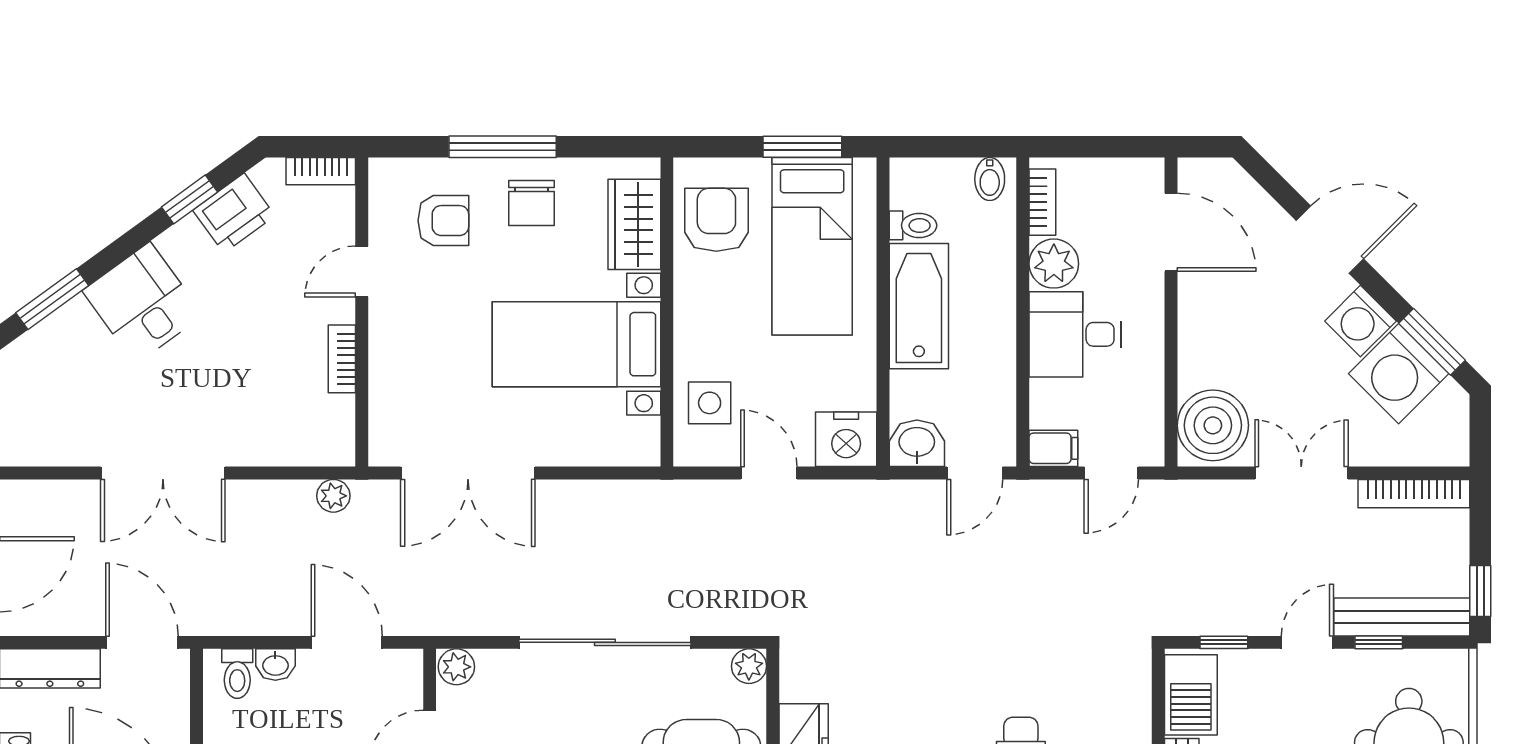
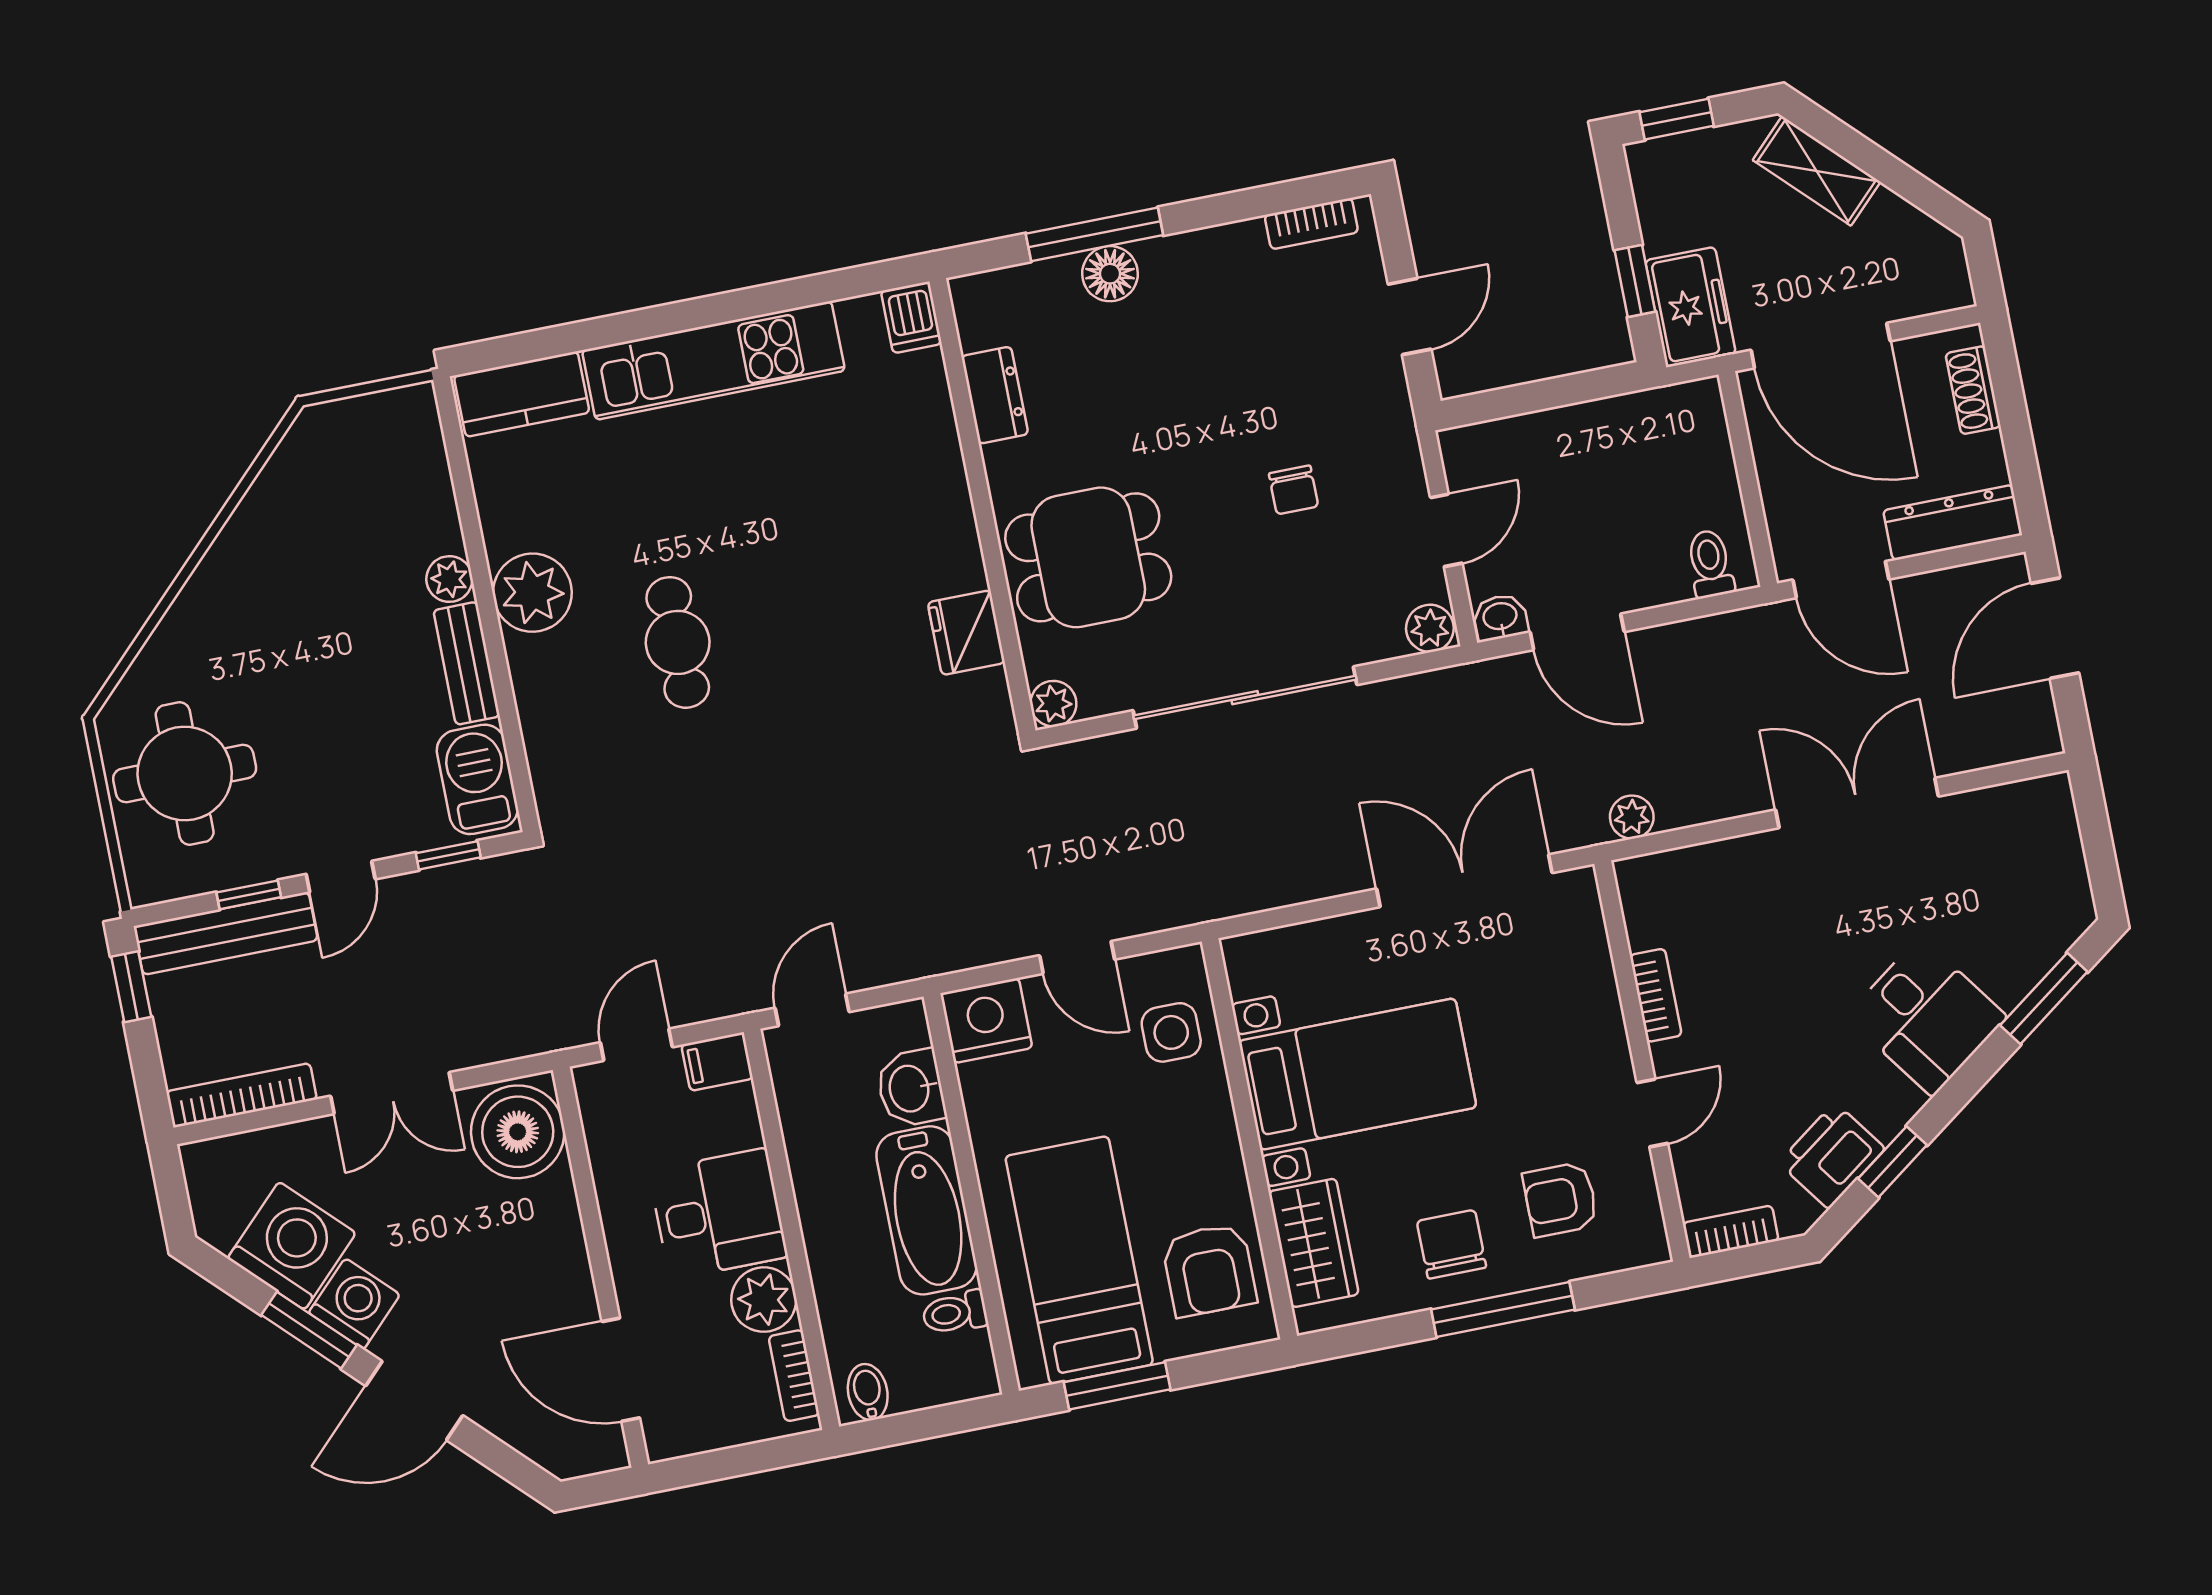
window: (1432, 342) -> (309, 1330), moved
washbasin: (917, 443) -> (911, 1088), moved, turned 90
washbasin: (275, 665) -> (1500, 617), moved

